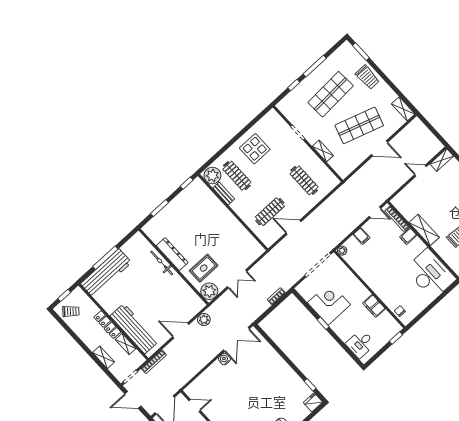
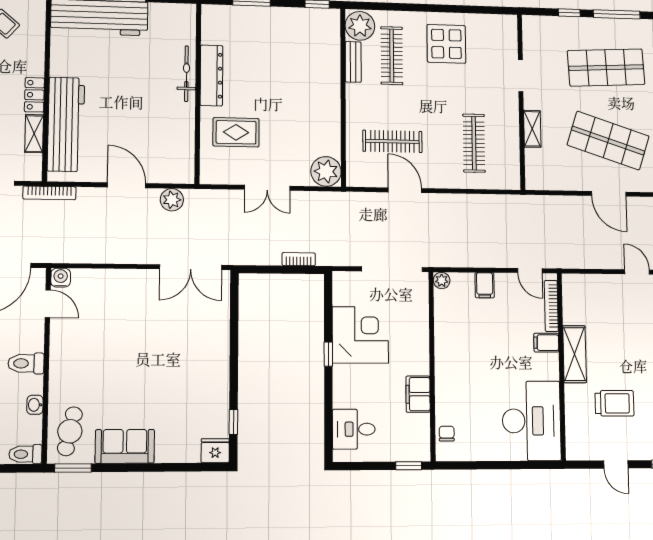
plant: (209, 291) -> (326, 171), moved
locker: (107, 325) -> (34, 95), width x0.66
water cooler: (224, 359) -> (61, 278), moved

